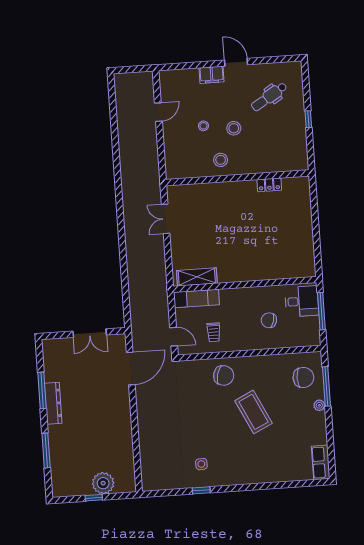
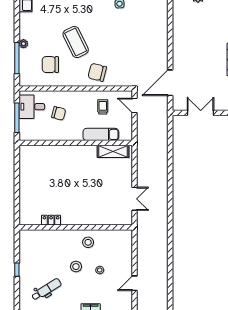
exam couch: (196, 298) -> (101, 134), moved
desk: (302, 301) -> (32, 107), moved
chair: (303, 377) -> (50, 65), moved

